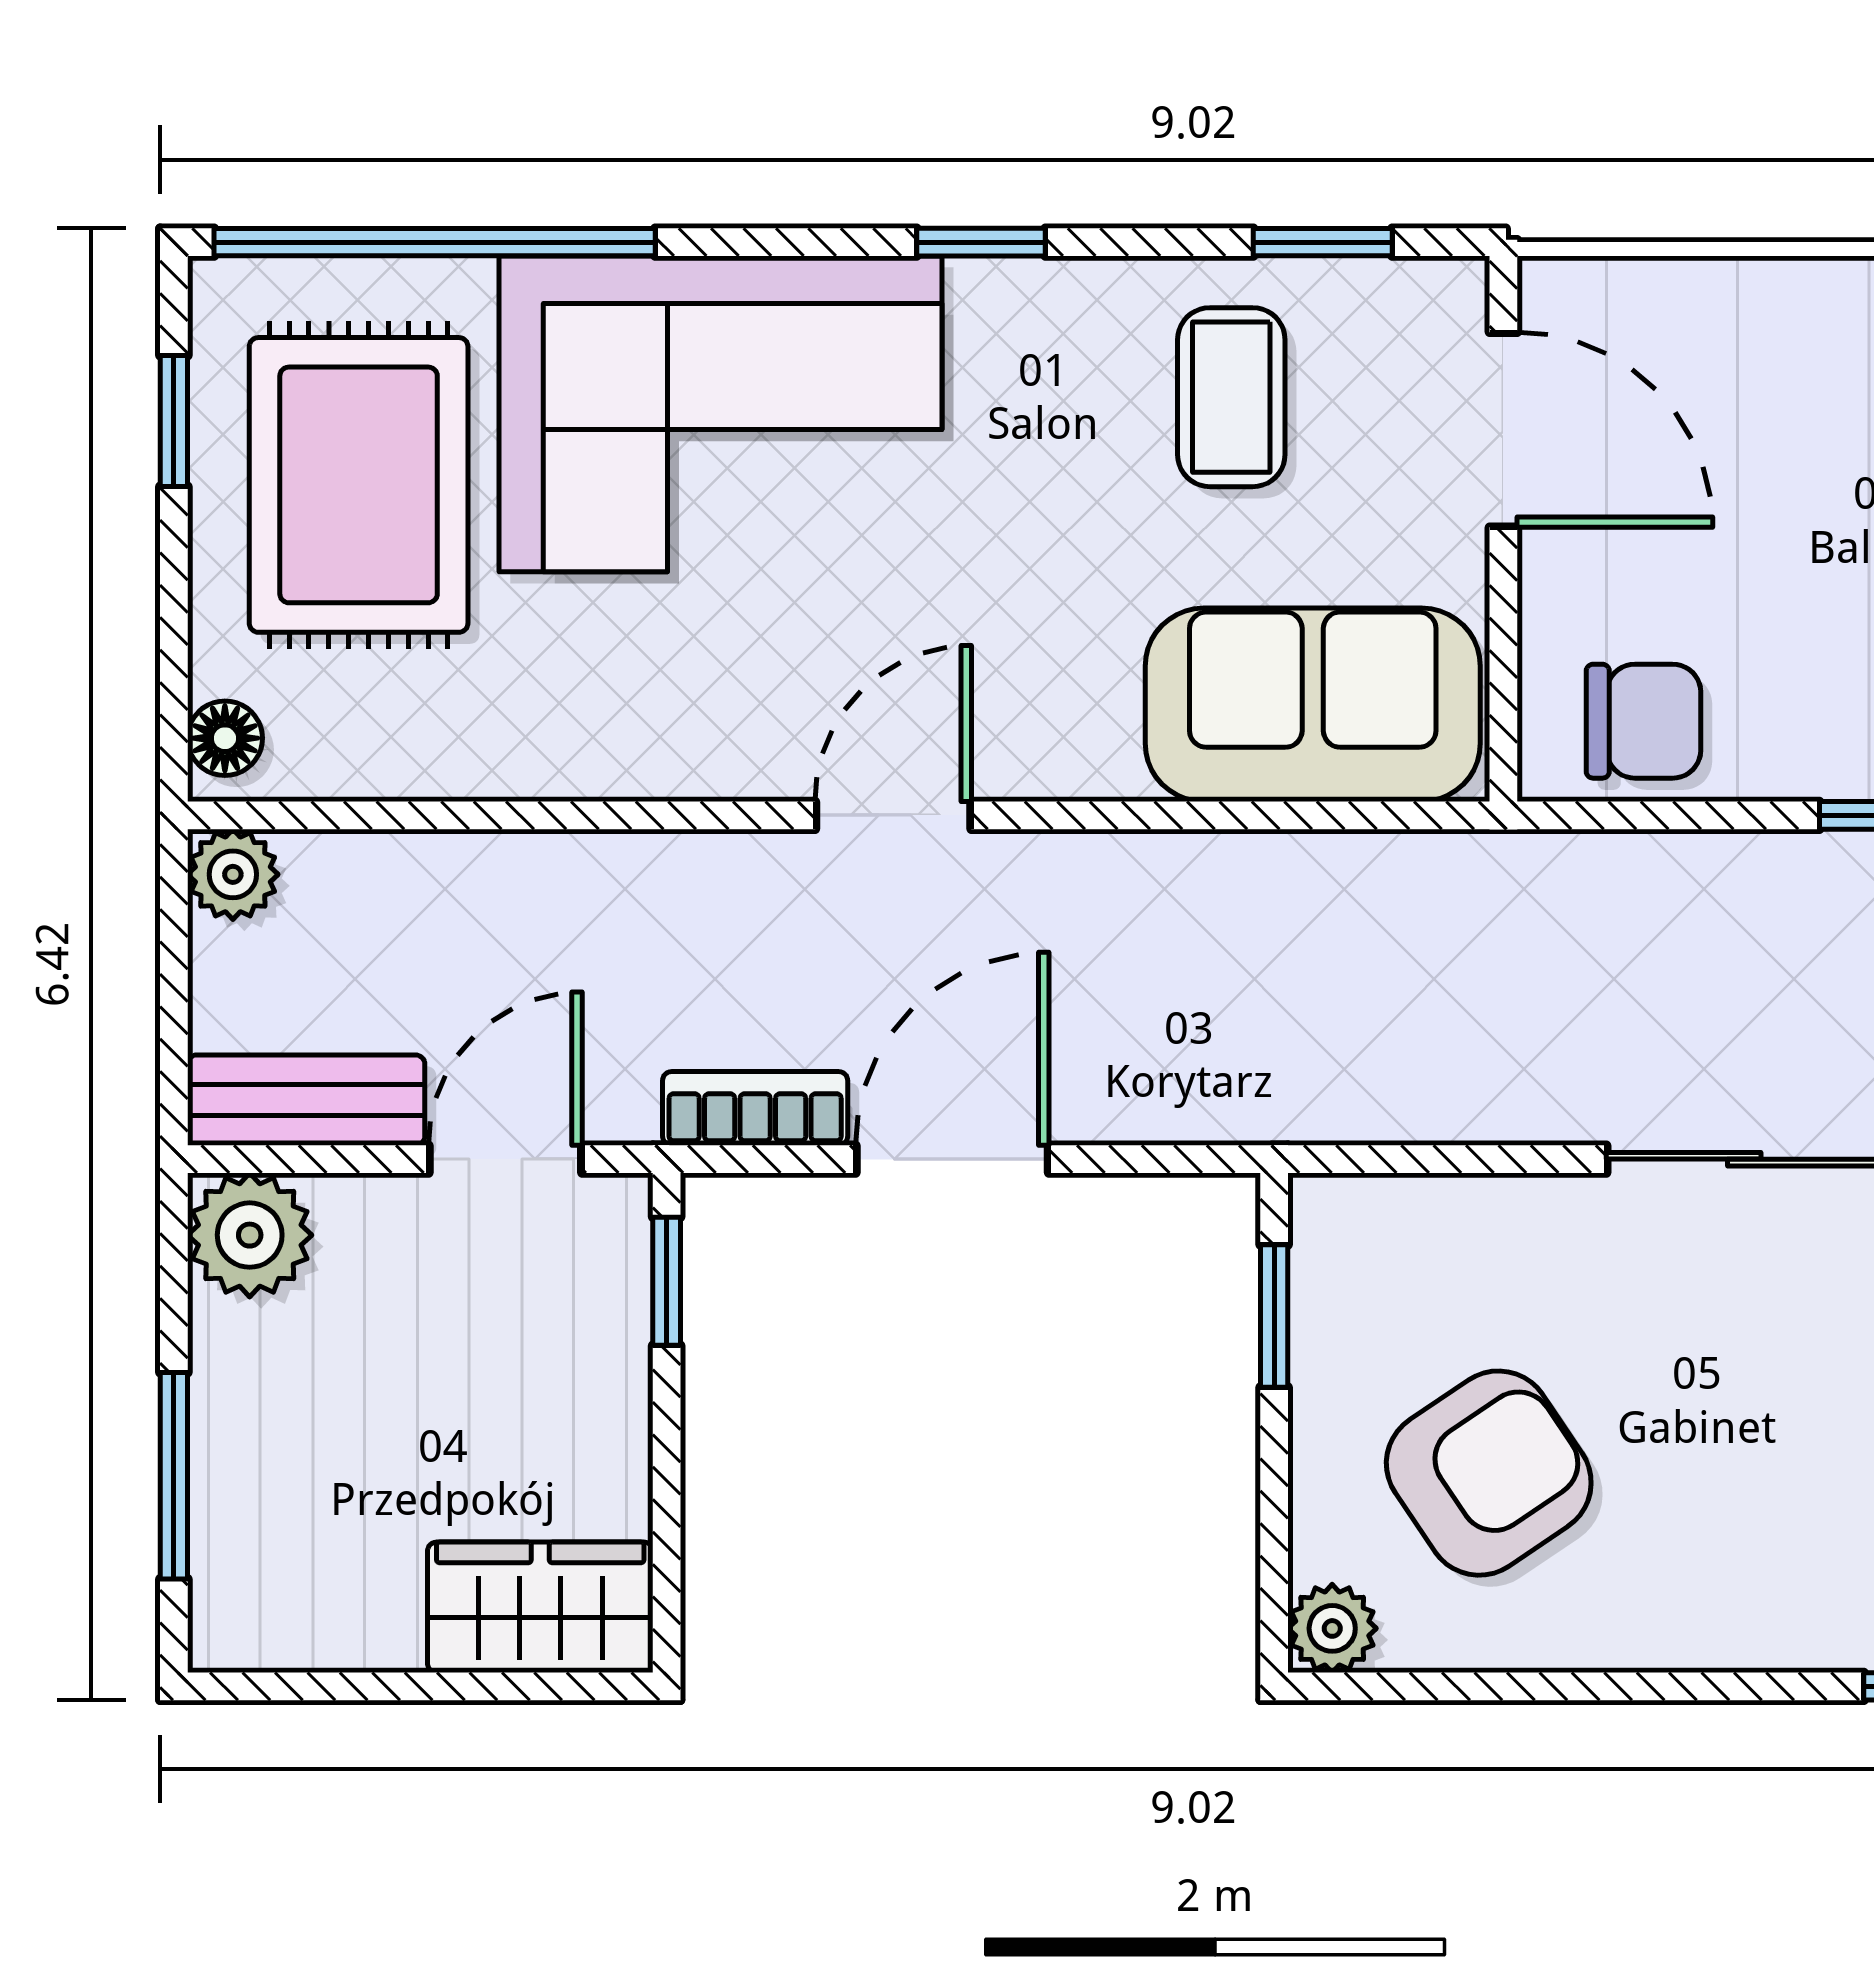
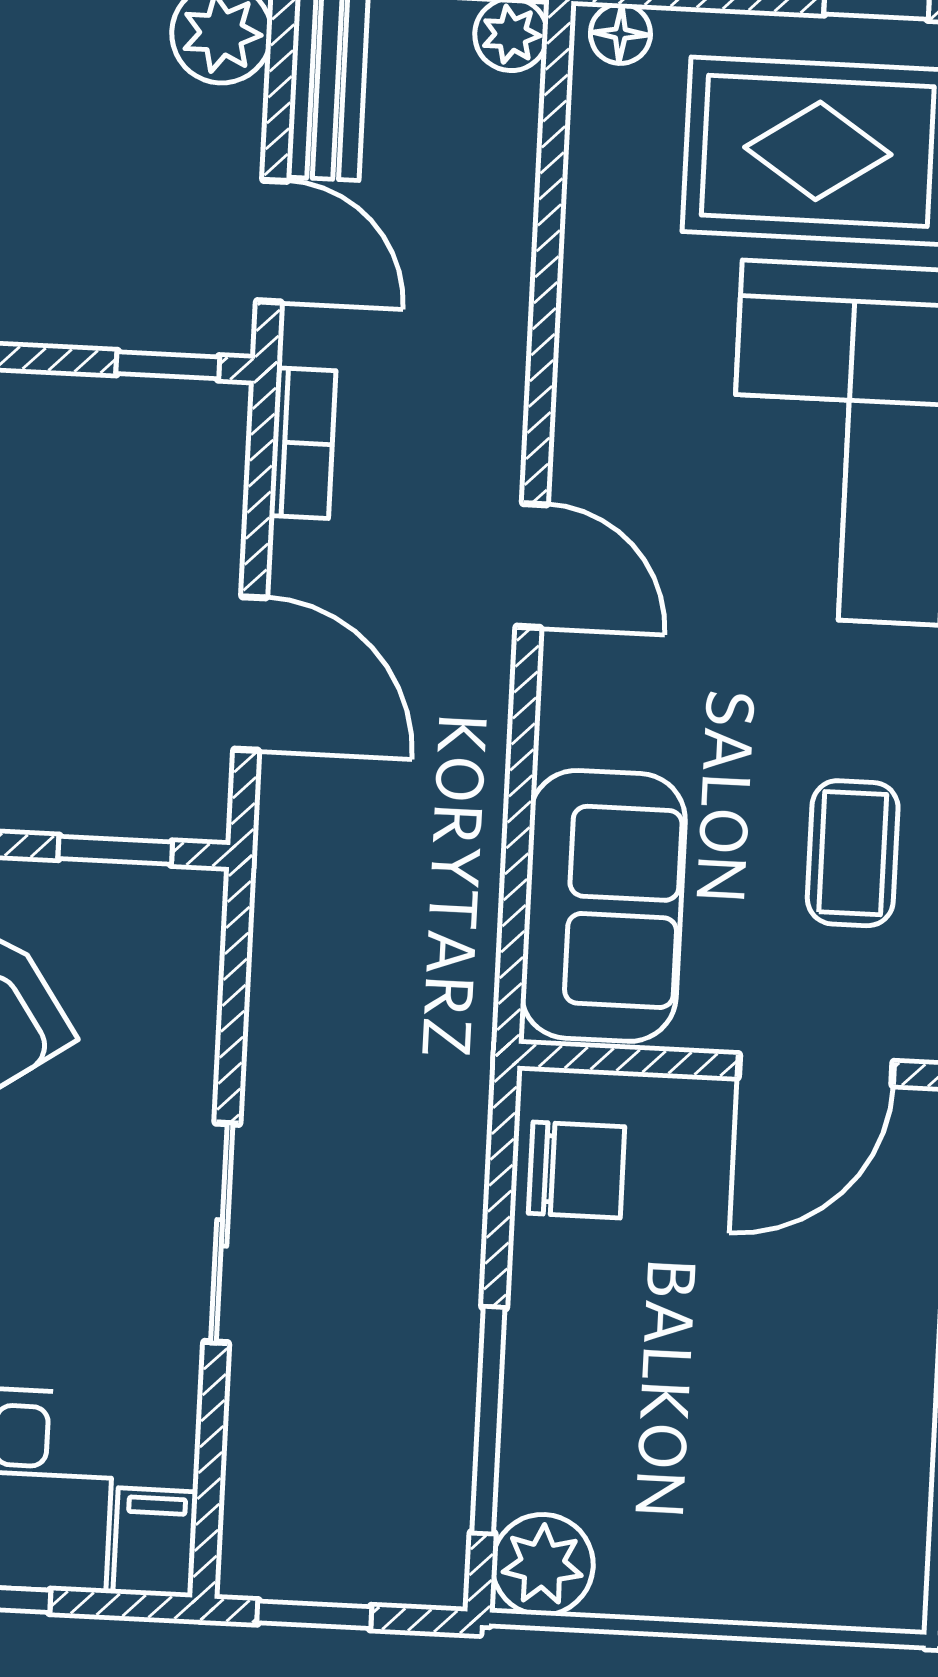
coffee table: (1231, 397) -> (853, 853), turned 90
chair: (1643, 721) -> (577, 1170), turned -90
door: (952, 1159) -> (250, 674), moved

